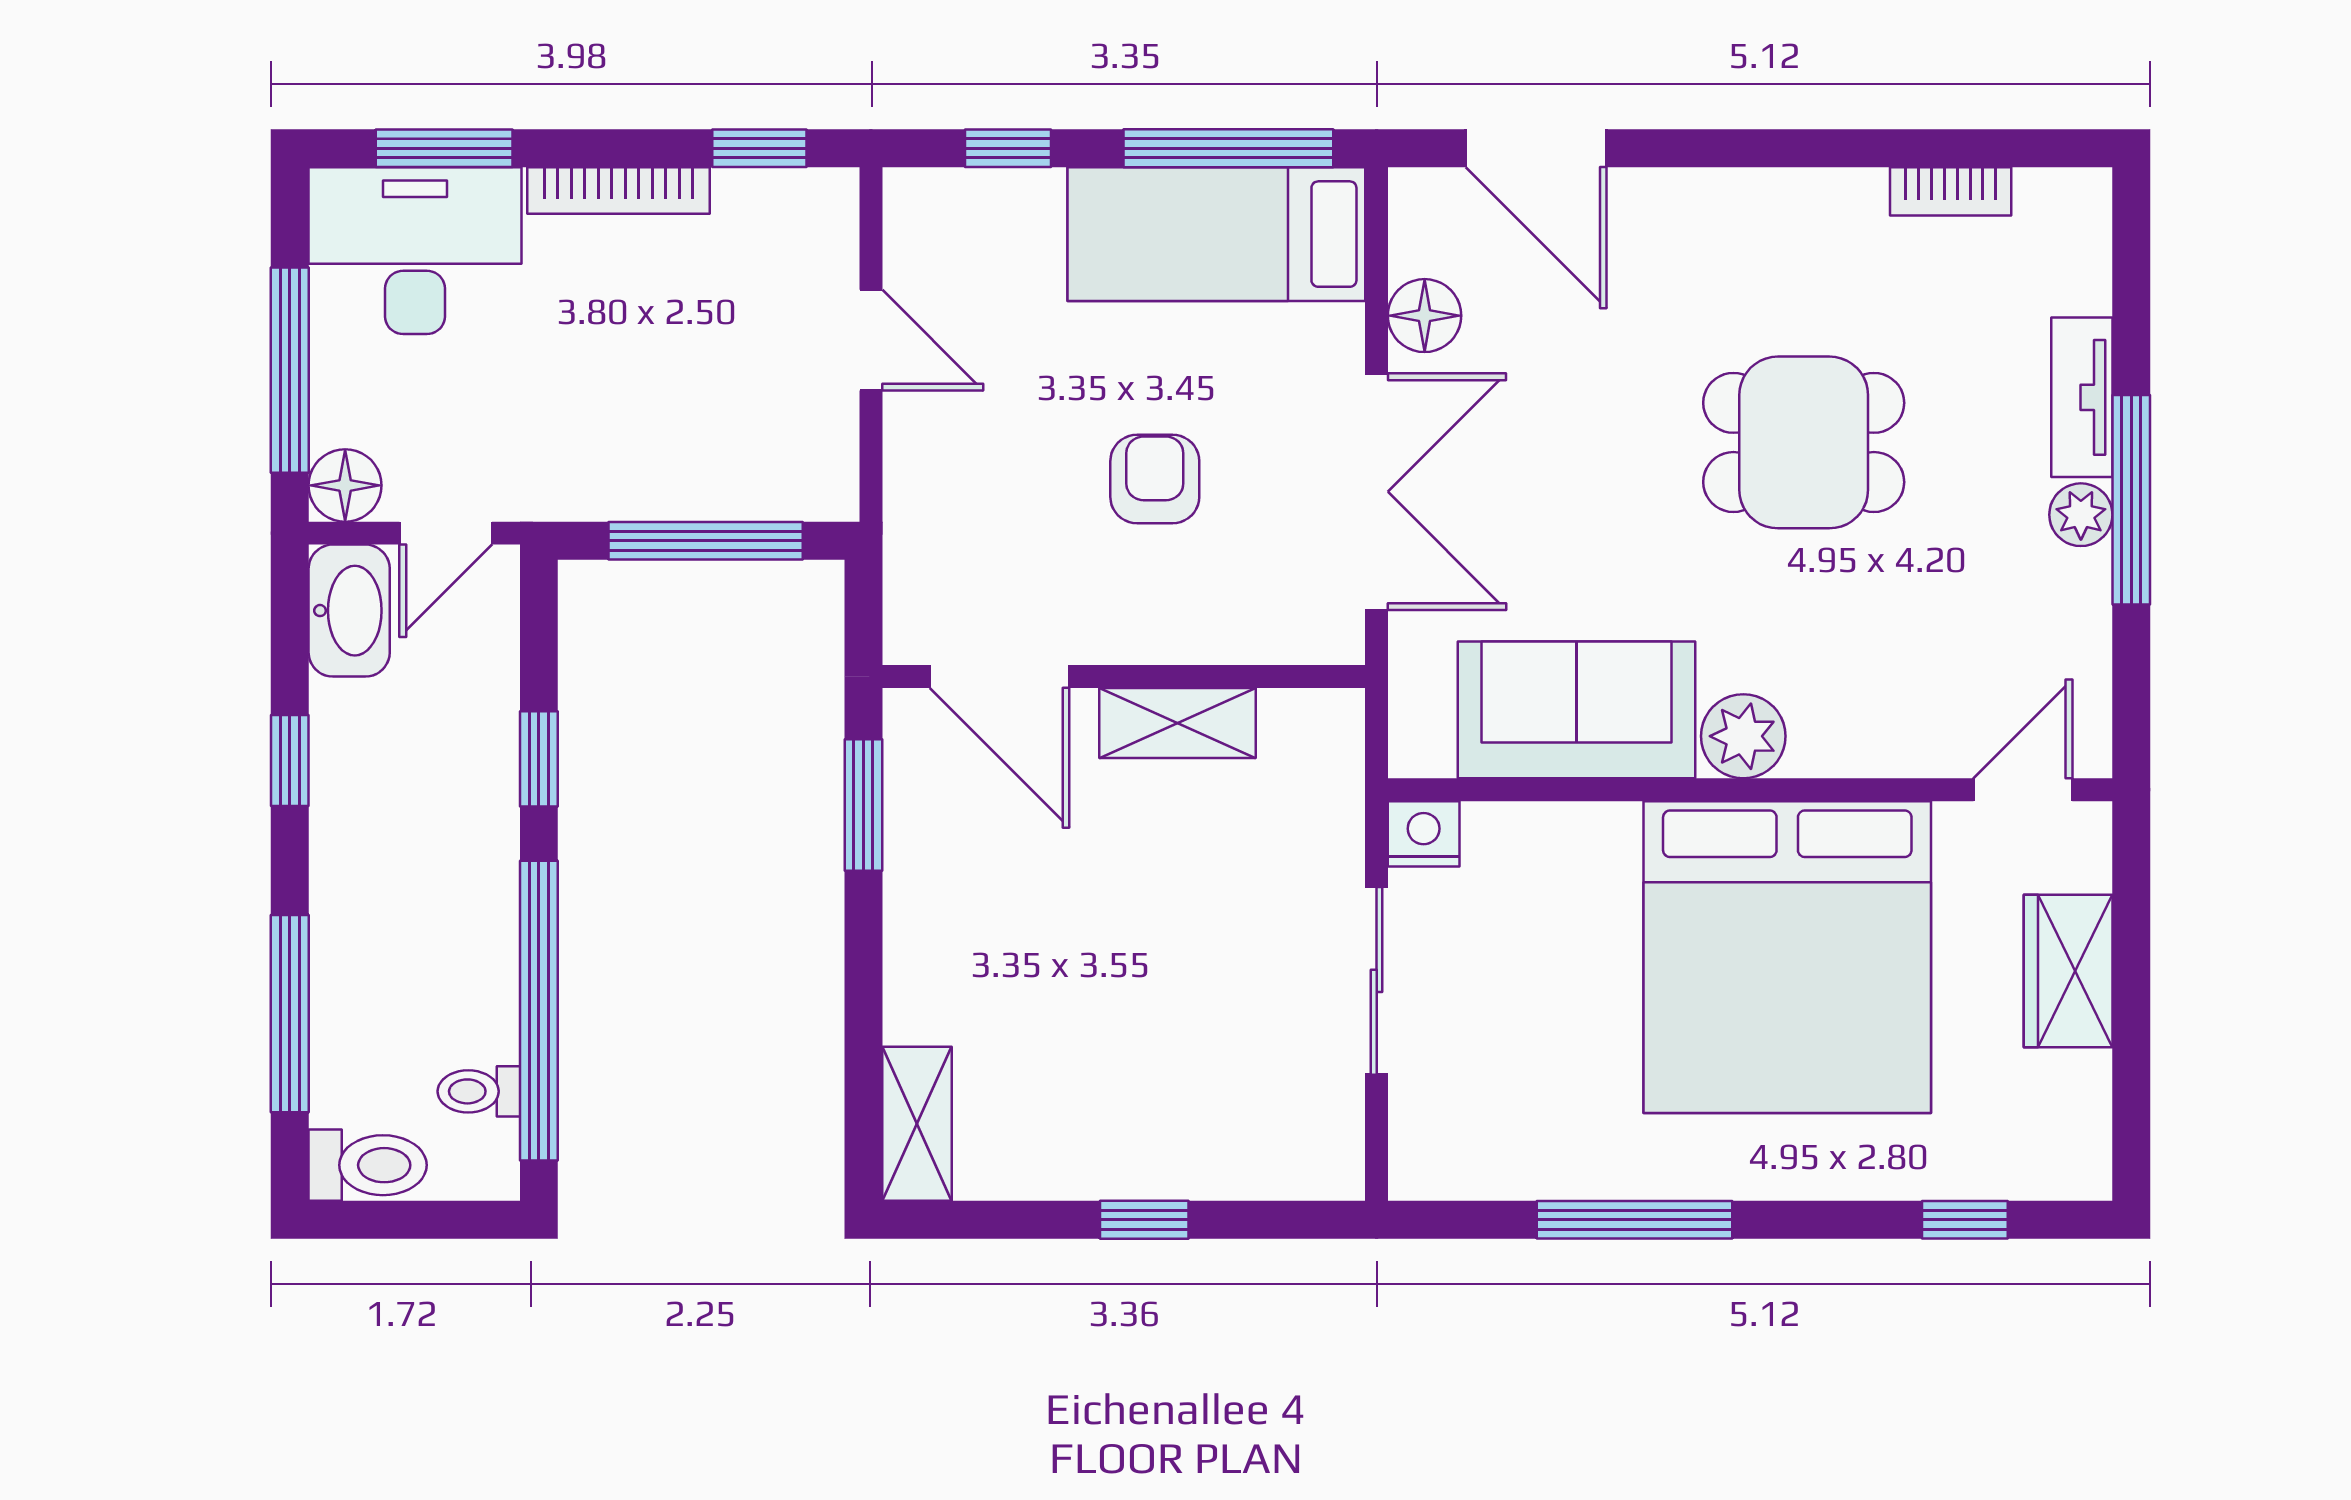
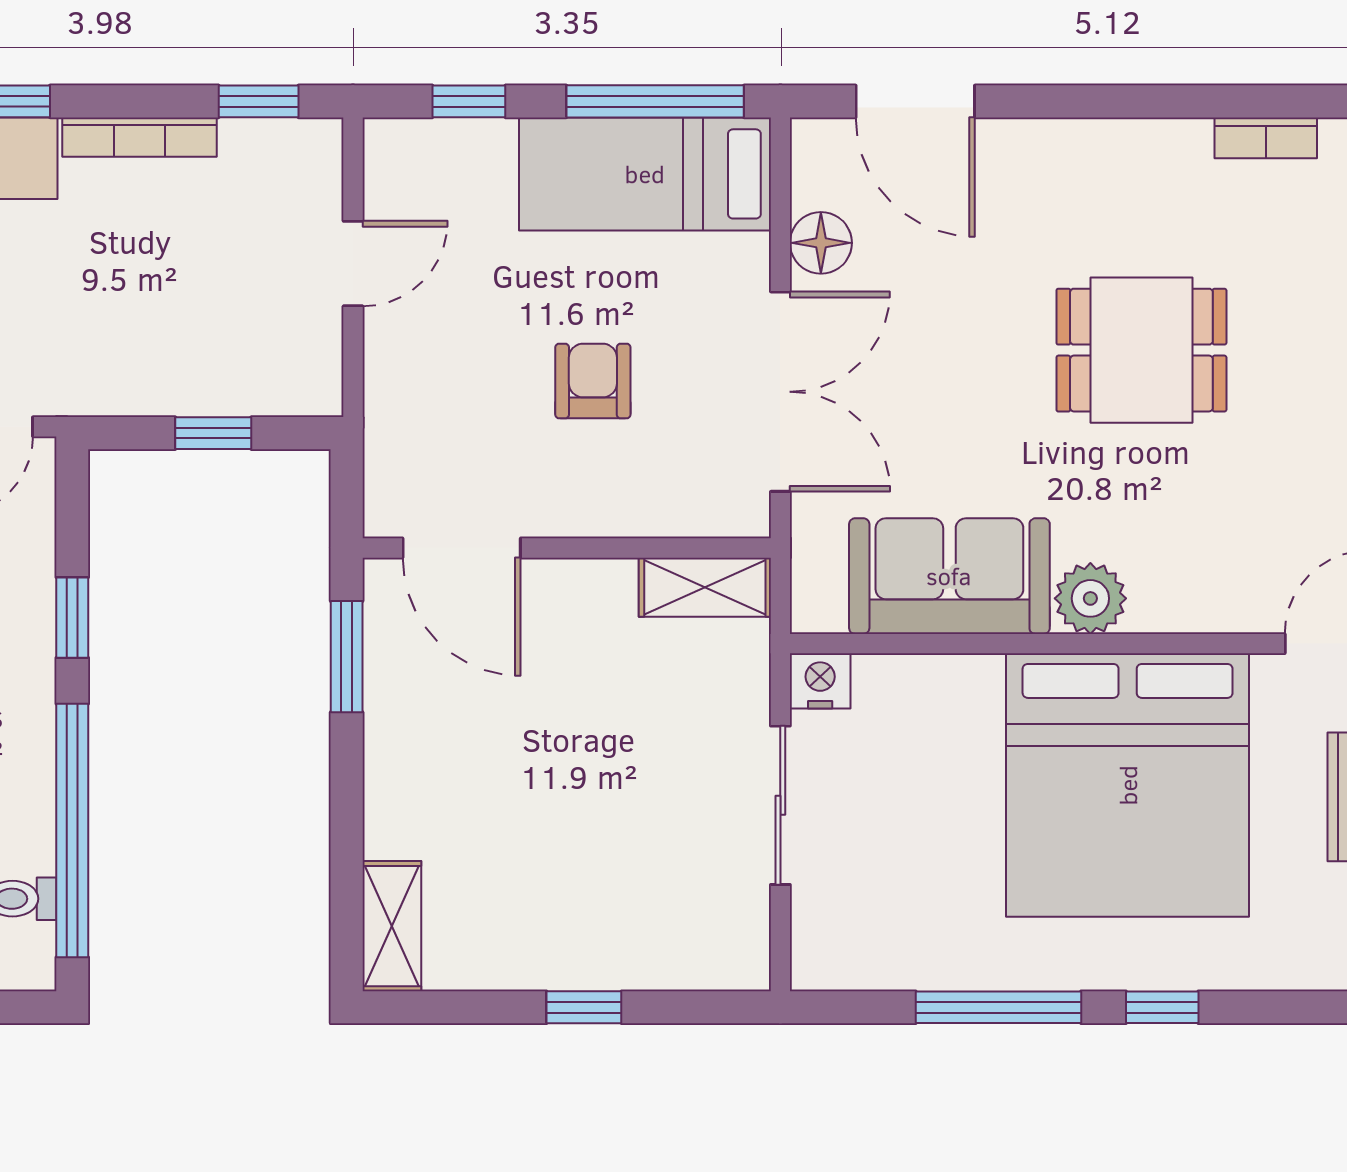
door: (871, 340) -> (353, 264), hinge flipped
window: (706, 541) -> (213, 433), width x0.46
shelving: (1178, 723) -> (705, 587), moved
window: (1965, 1220) -> (1162, 1007), moved

